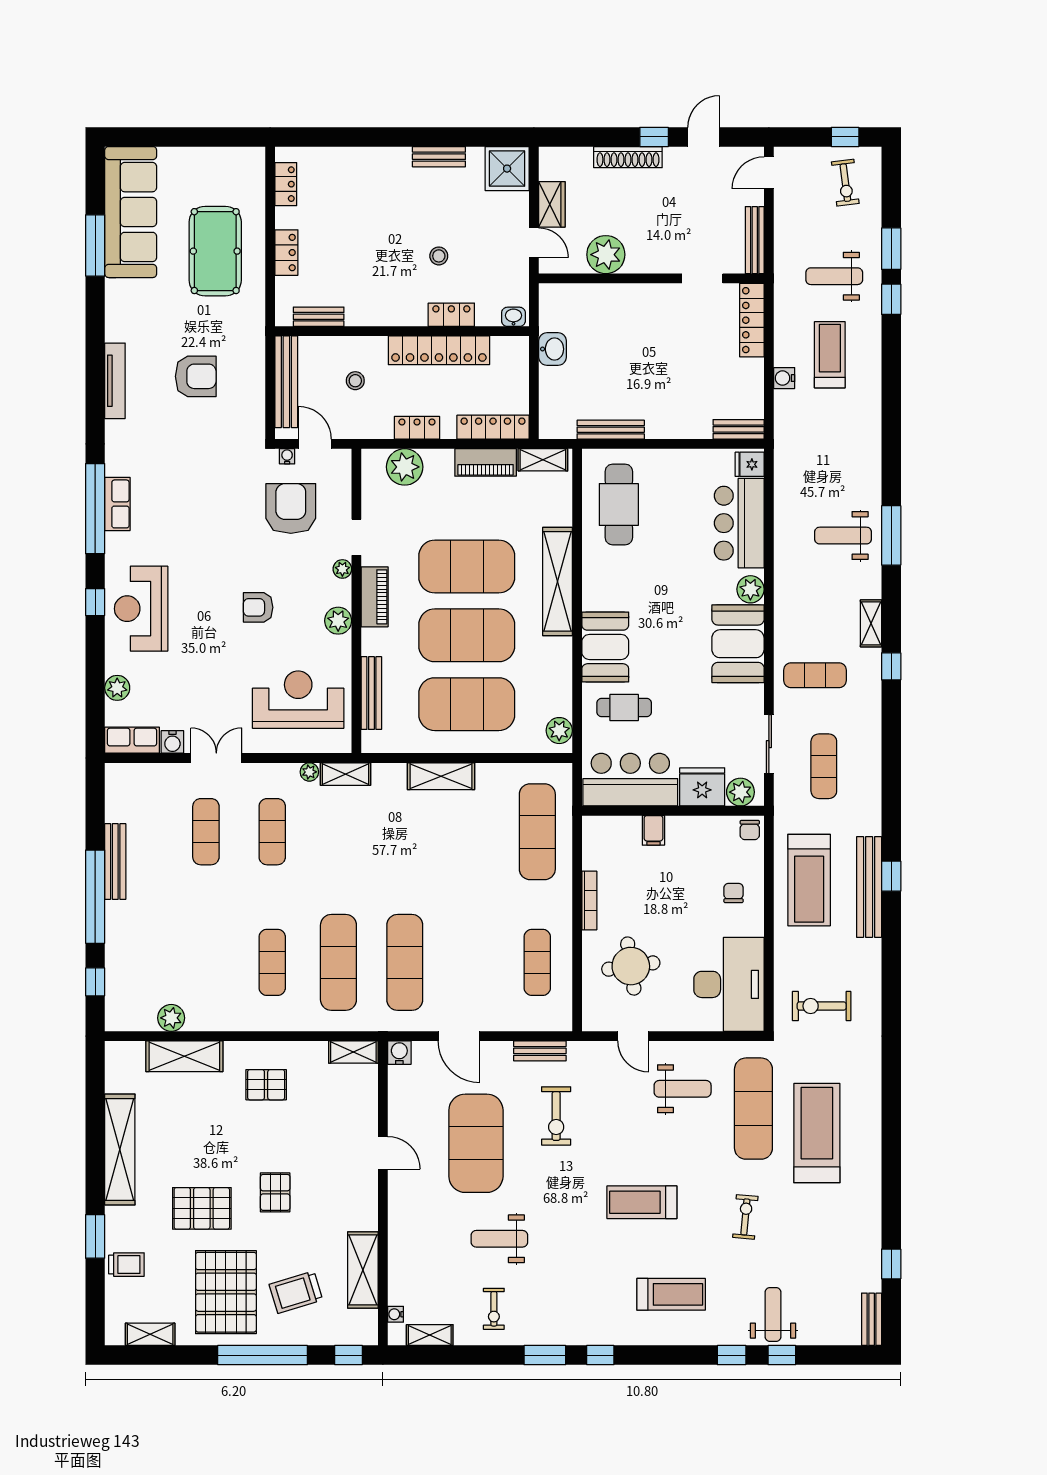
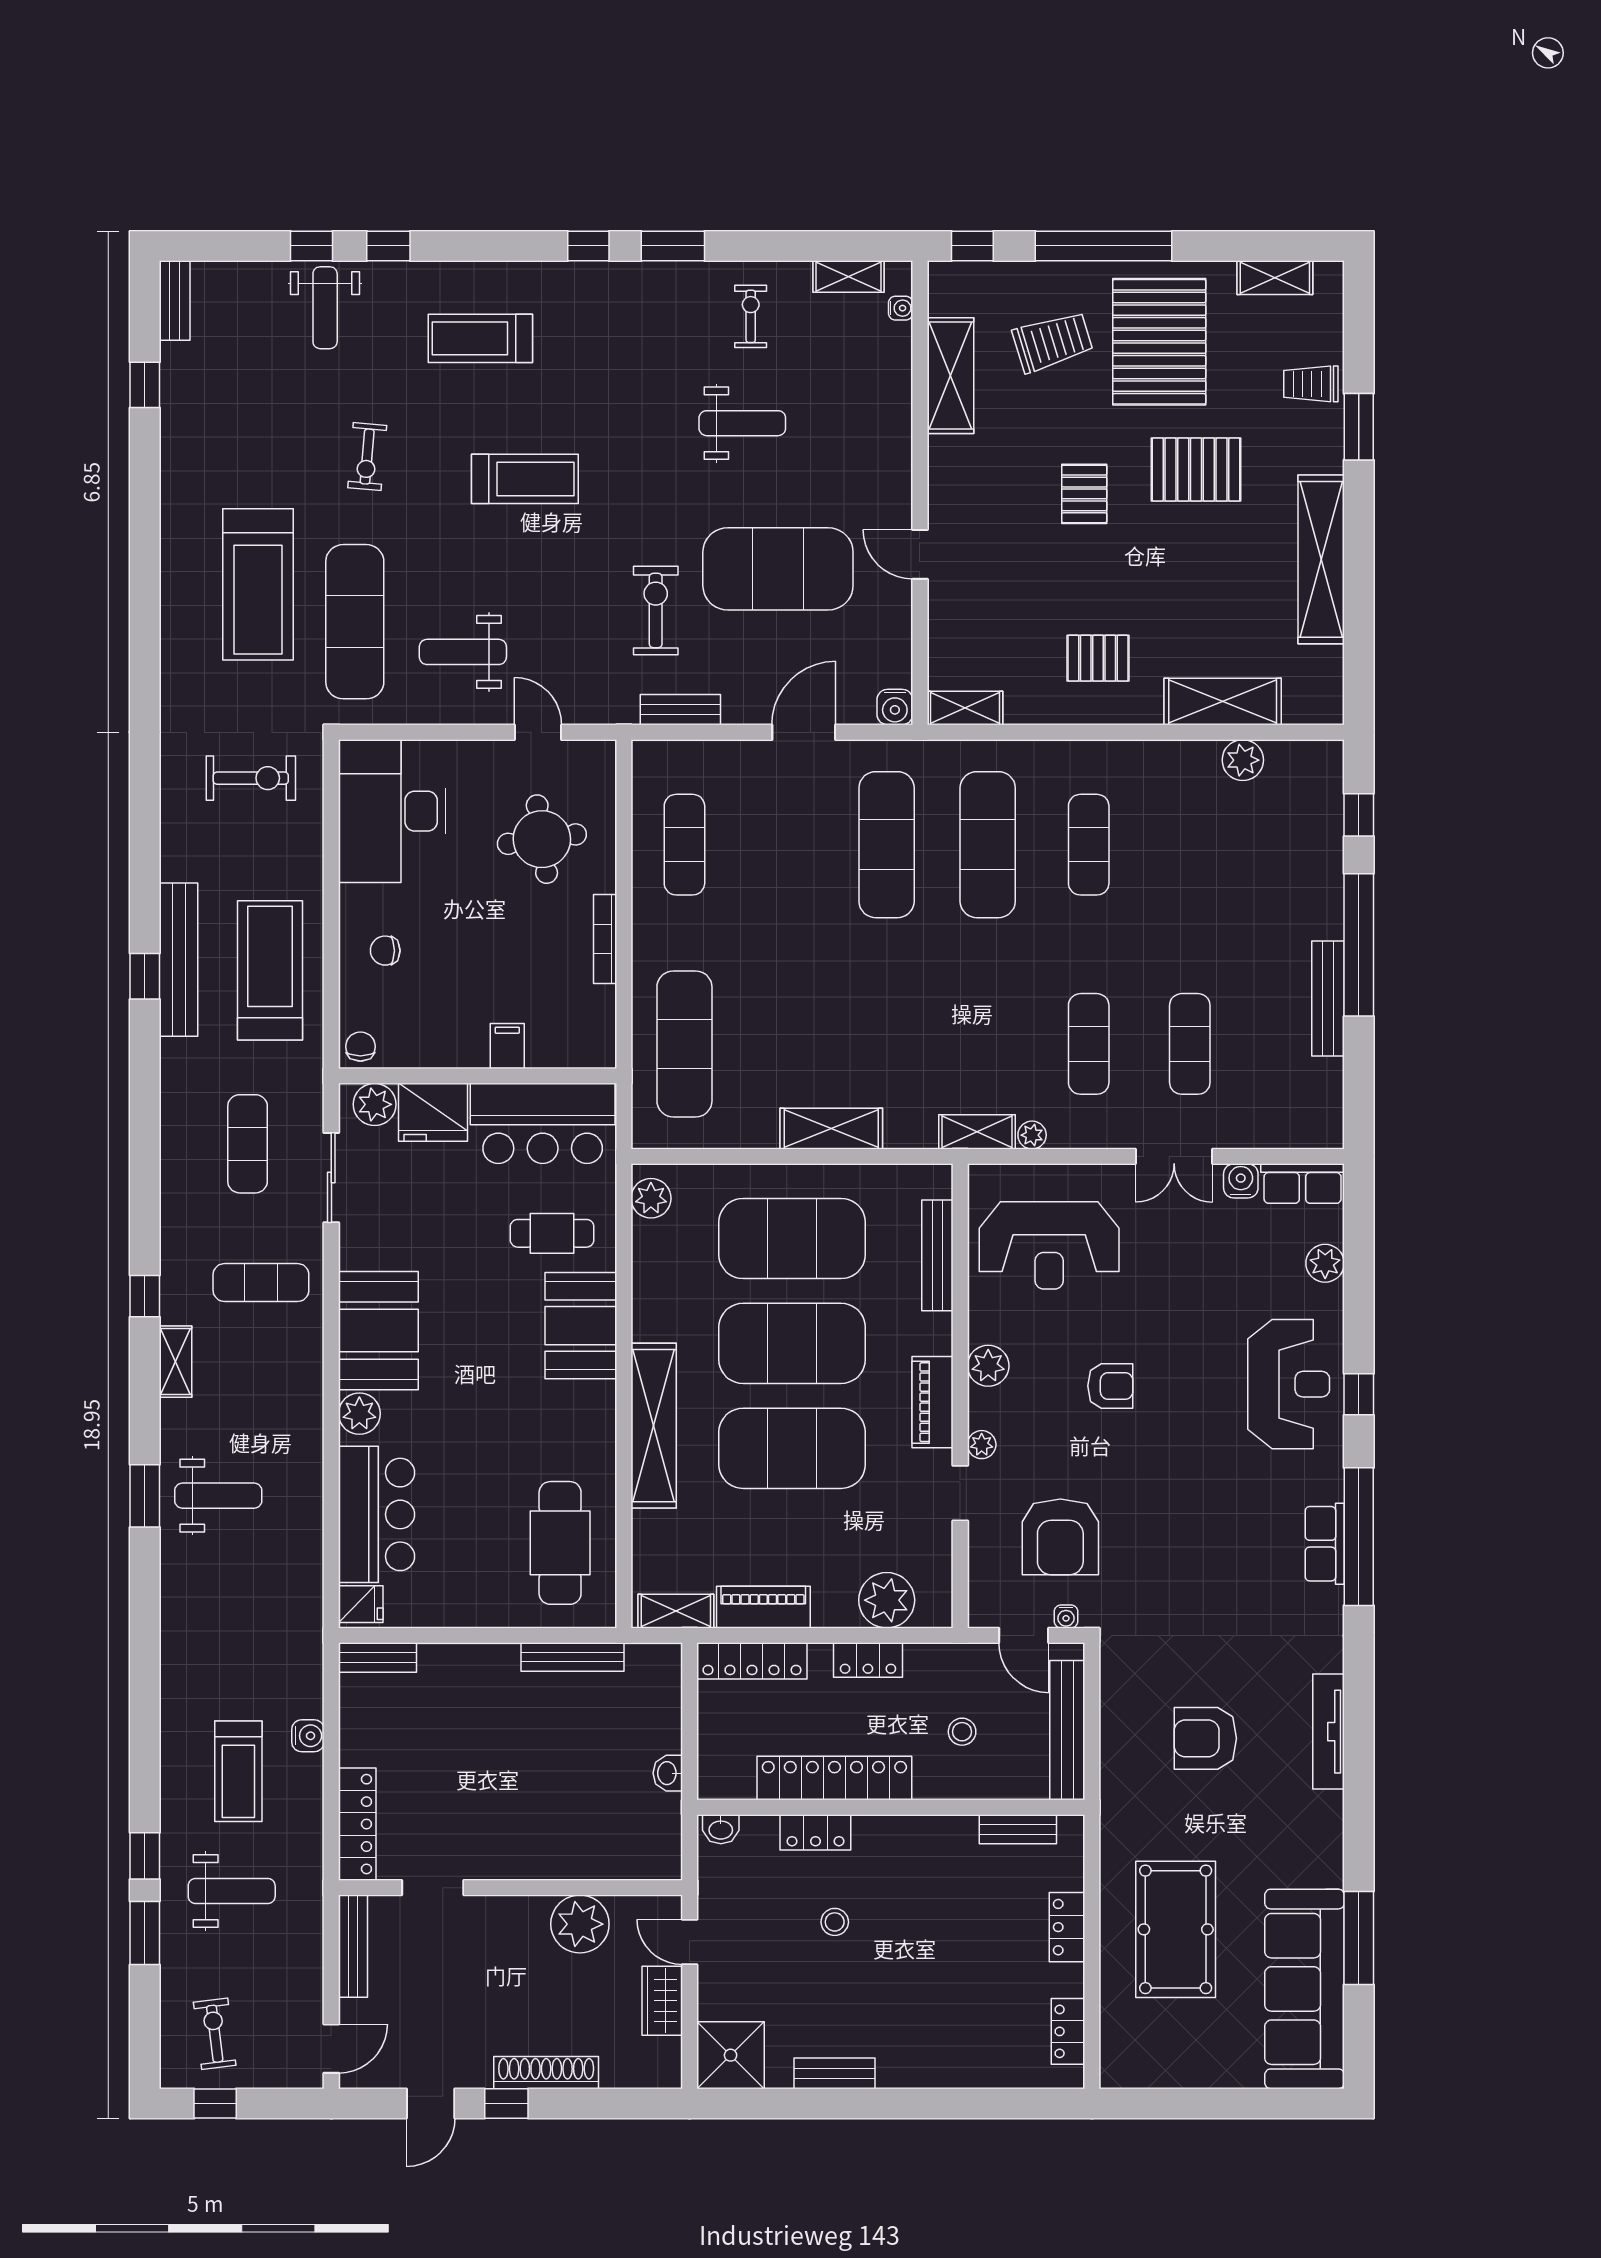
washbasin: (553, 349) -> (668, 1773), width x0.72, depth x0.69
window: (891, 535) -> (145, 1496), width x0.69
chair: (734, 893) -> (385, 951), turned 90
door: (459, 1036) -> (804, 732), hinge flipped
exercise mat: (476, 1143) -> (778, 569), turned 90

